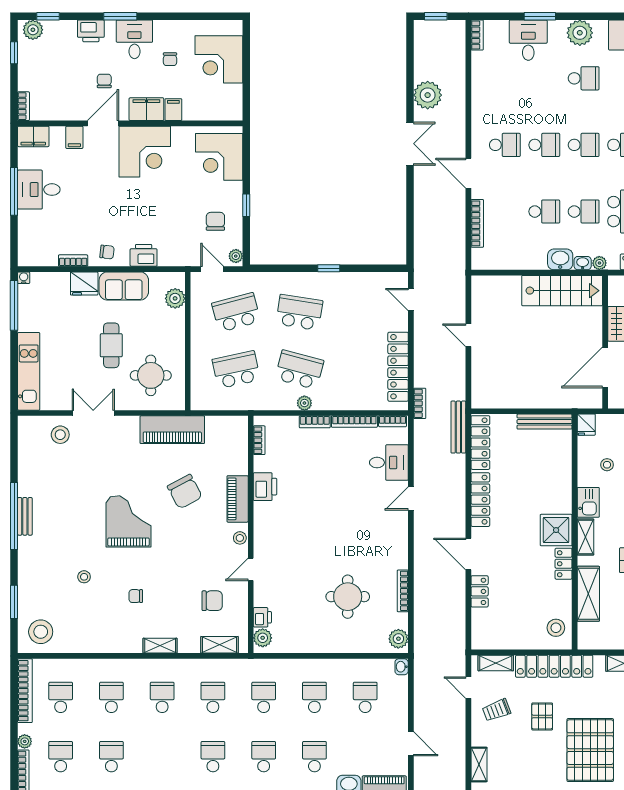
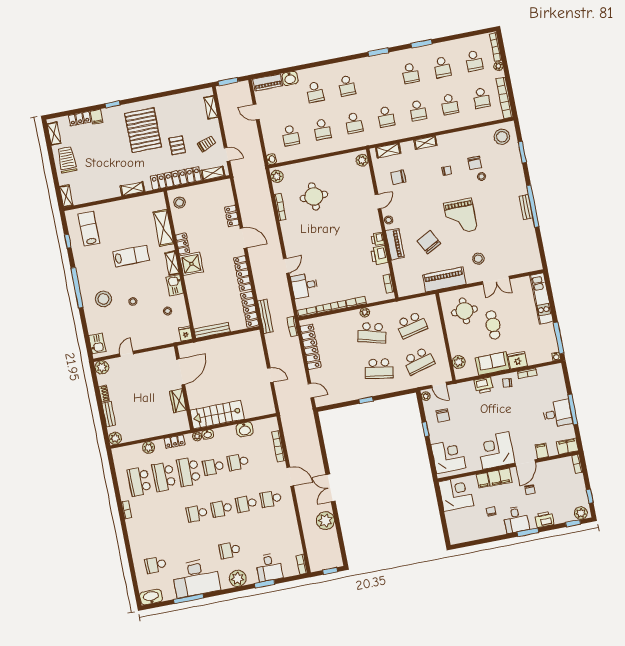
corner desk: (219, 59) -> (456, 494), moved
washbasin: (560, 259) -> (245, 429), moved
stool: (60, 435) -> (478, 259), moved
chair: (91, 600) -> (475, 163), added
printer: (262, 617) -> (378, 239), moved
school desk: (213, 757) -> (410, 73), moved

